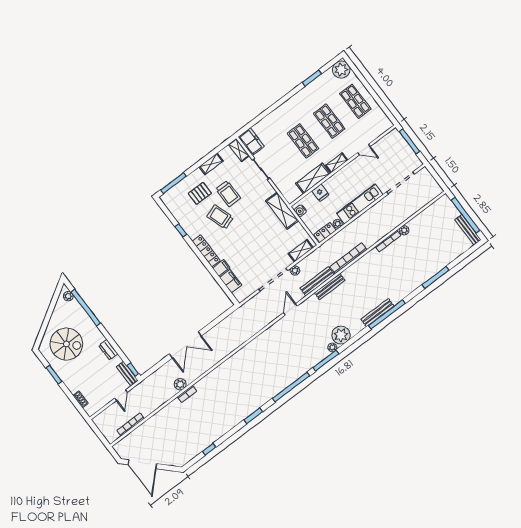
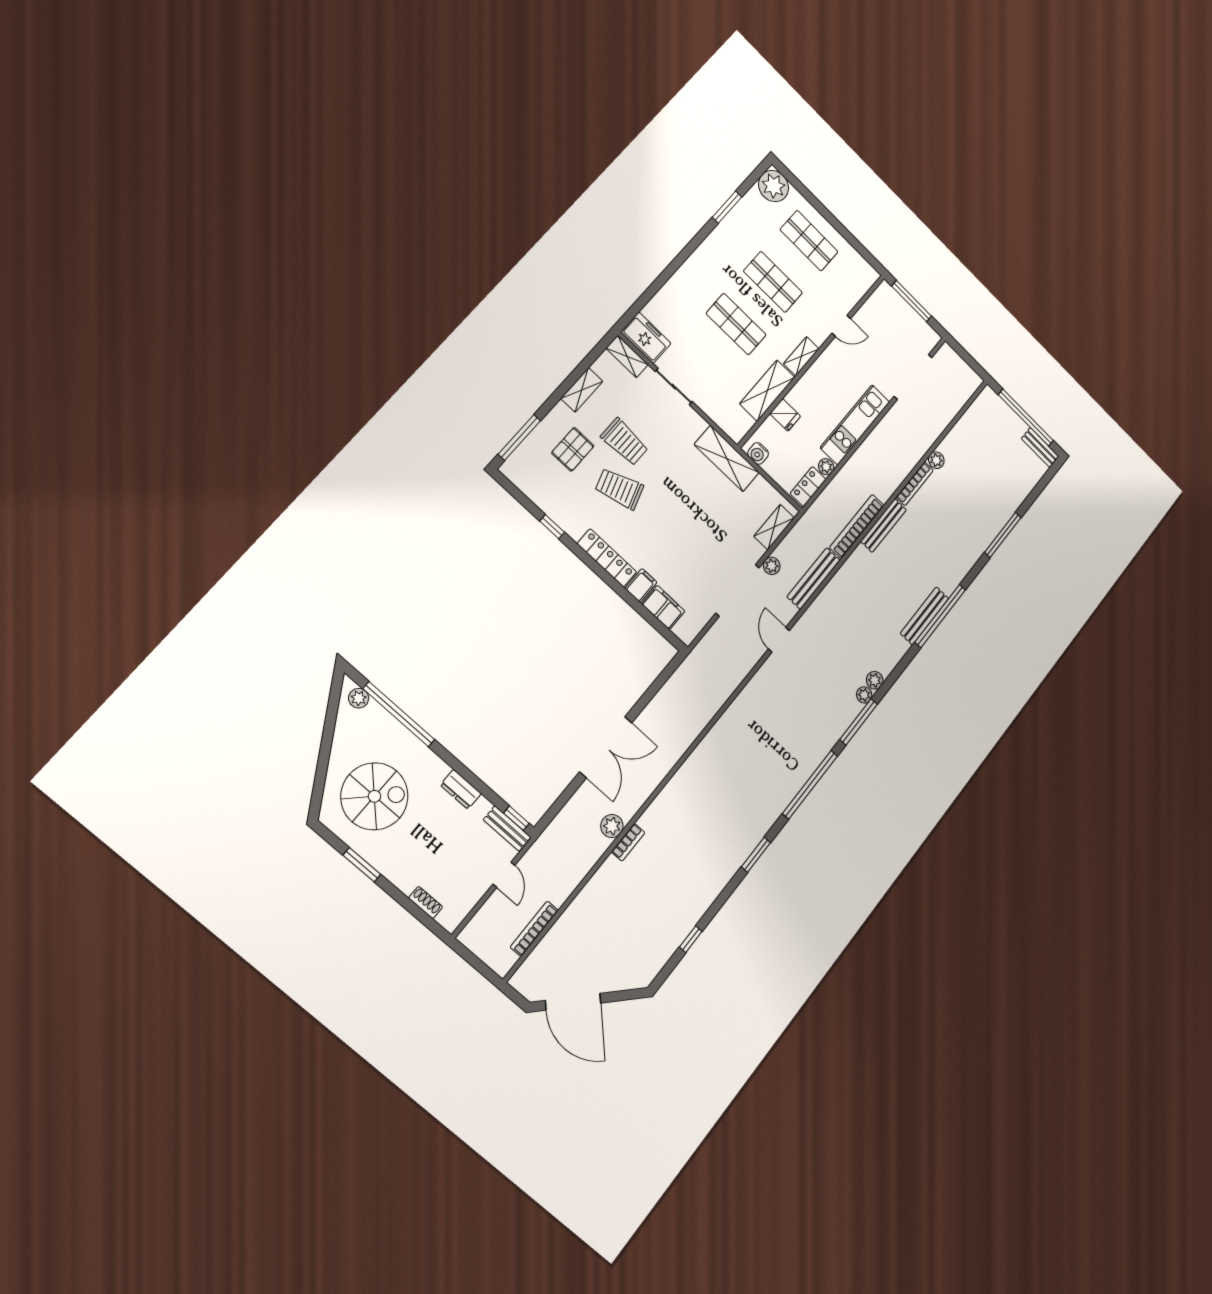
bench: (468, 230) -> (1040, 447), width x0.73
bench: (330, 287) -> (884, 526), moved
plant: (341, 335) -> (875, 680), width x0.53, depth x0.53

